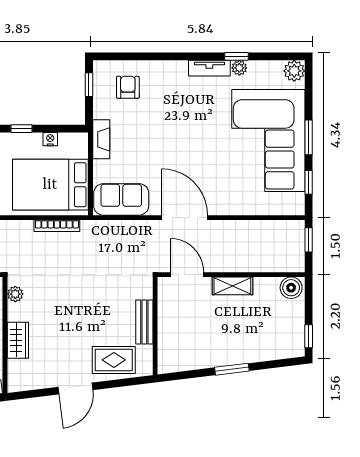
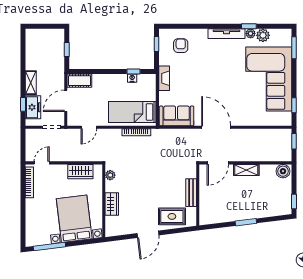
tv unit: (209, 68) -> (227, 34), width x1.41
plant: (294, 71) -> (263, 35), moved
window: (22, 129) -> (133, 72), moved
window: (309, 137) -> (294, 48), moved
bed: (50, 185) -> (132, 112), width x0.67
door: (187, 275) -> (218, 163), swing flipped

